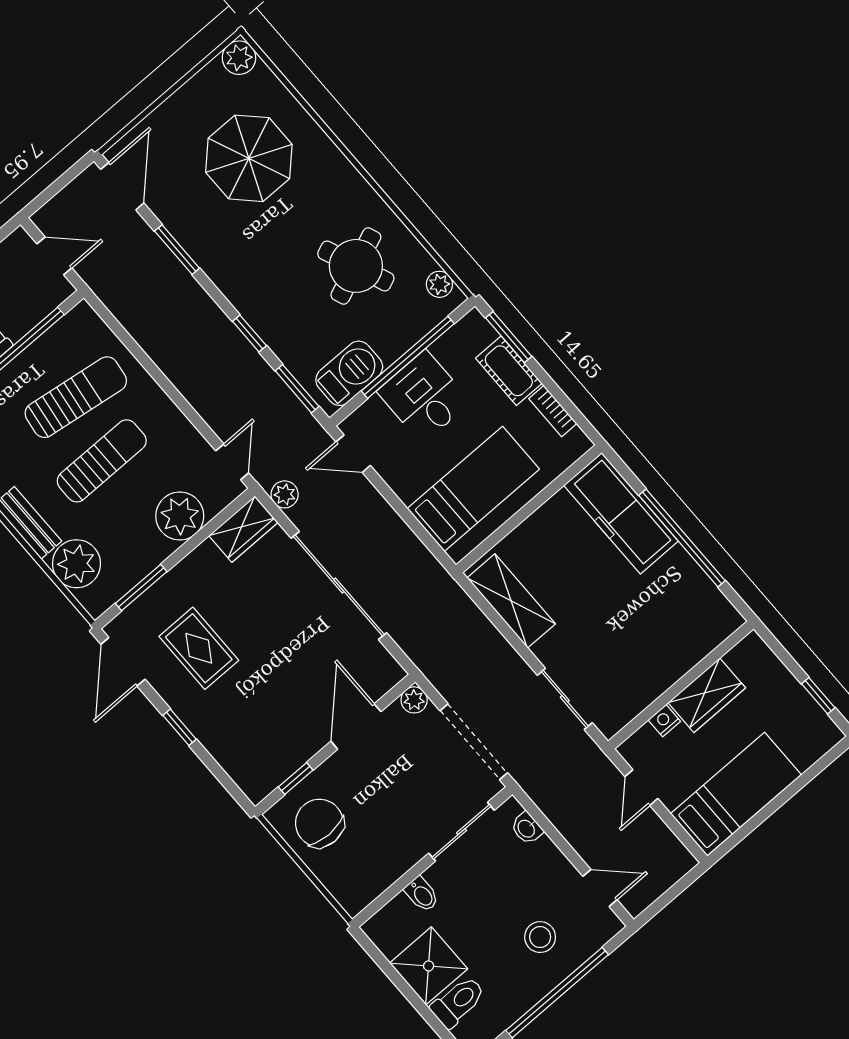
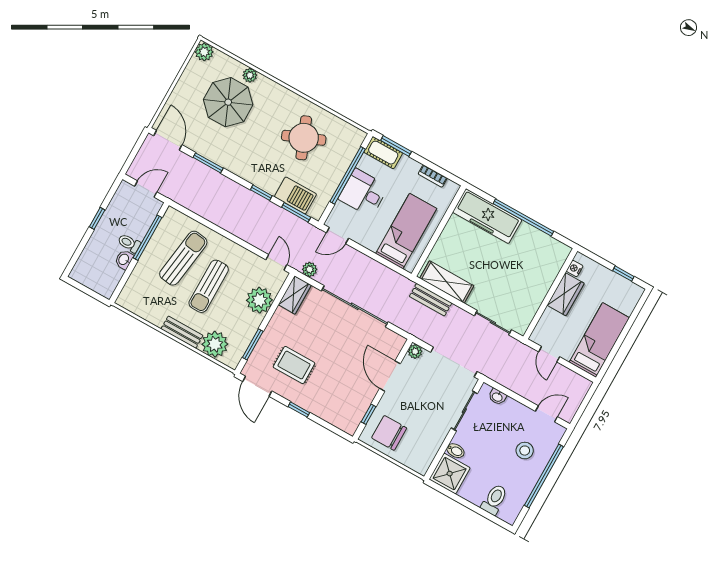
plant: (439, 284) -> (250, 75), moved
cot: (509, 371) -> (383, 153), moved
barbecue: (349, 373) -> (295, 195), moved, turned 90
sun lounger: (102, 461) -> (209, 286), turned 180
bench: (473, 621) -> (431, 300), added
nightstand: (664, 721) -> (575, 269), moved
shower: (429, 966) -> (450, 474), moved

